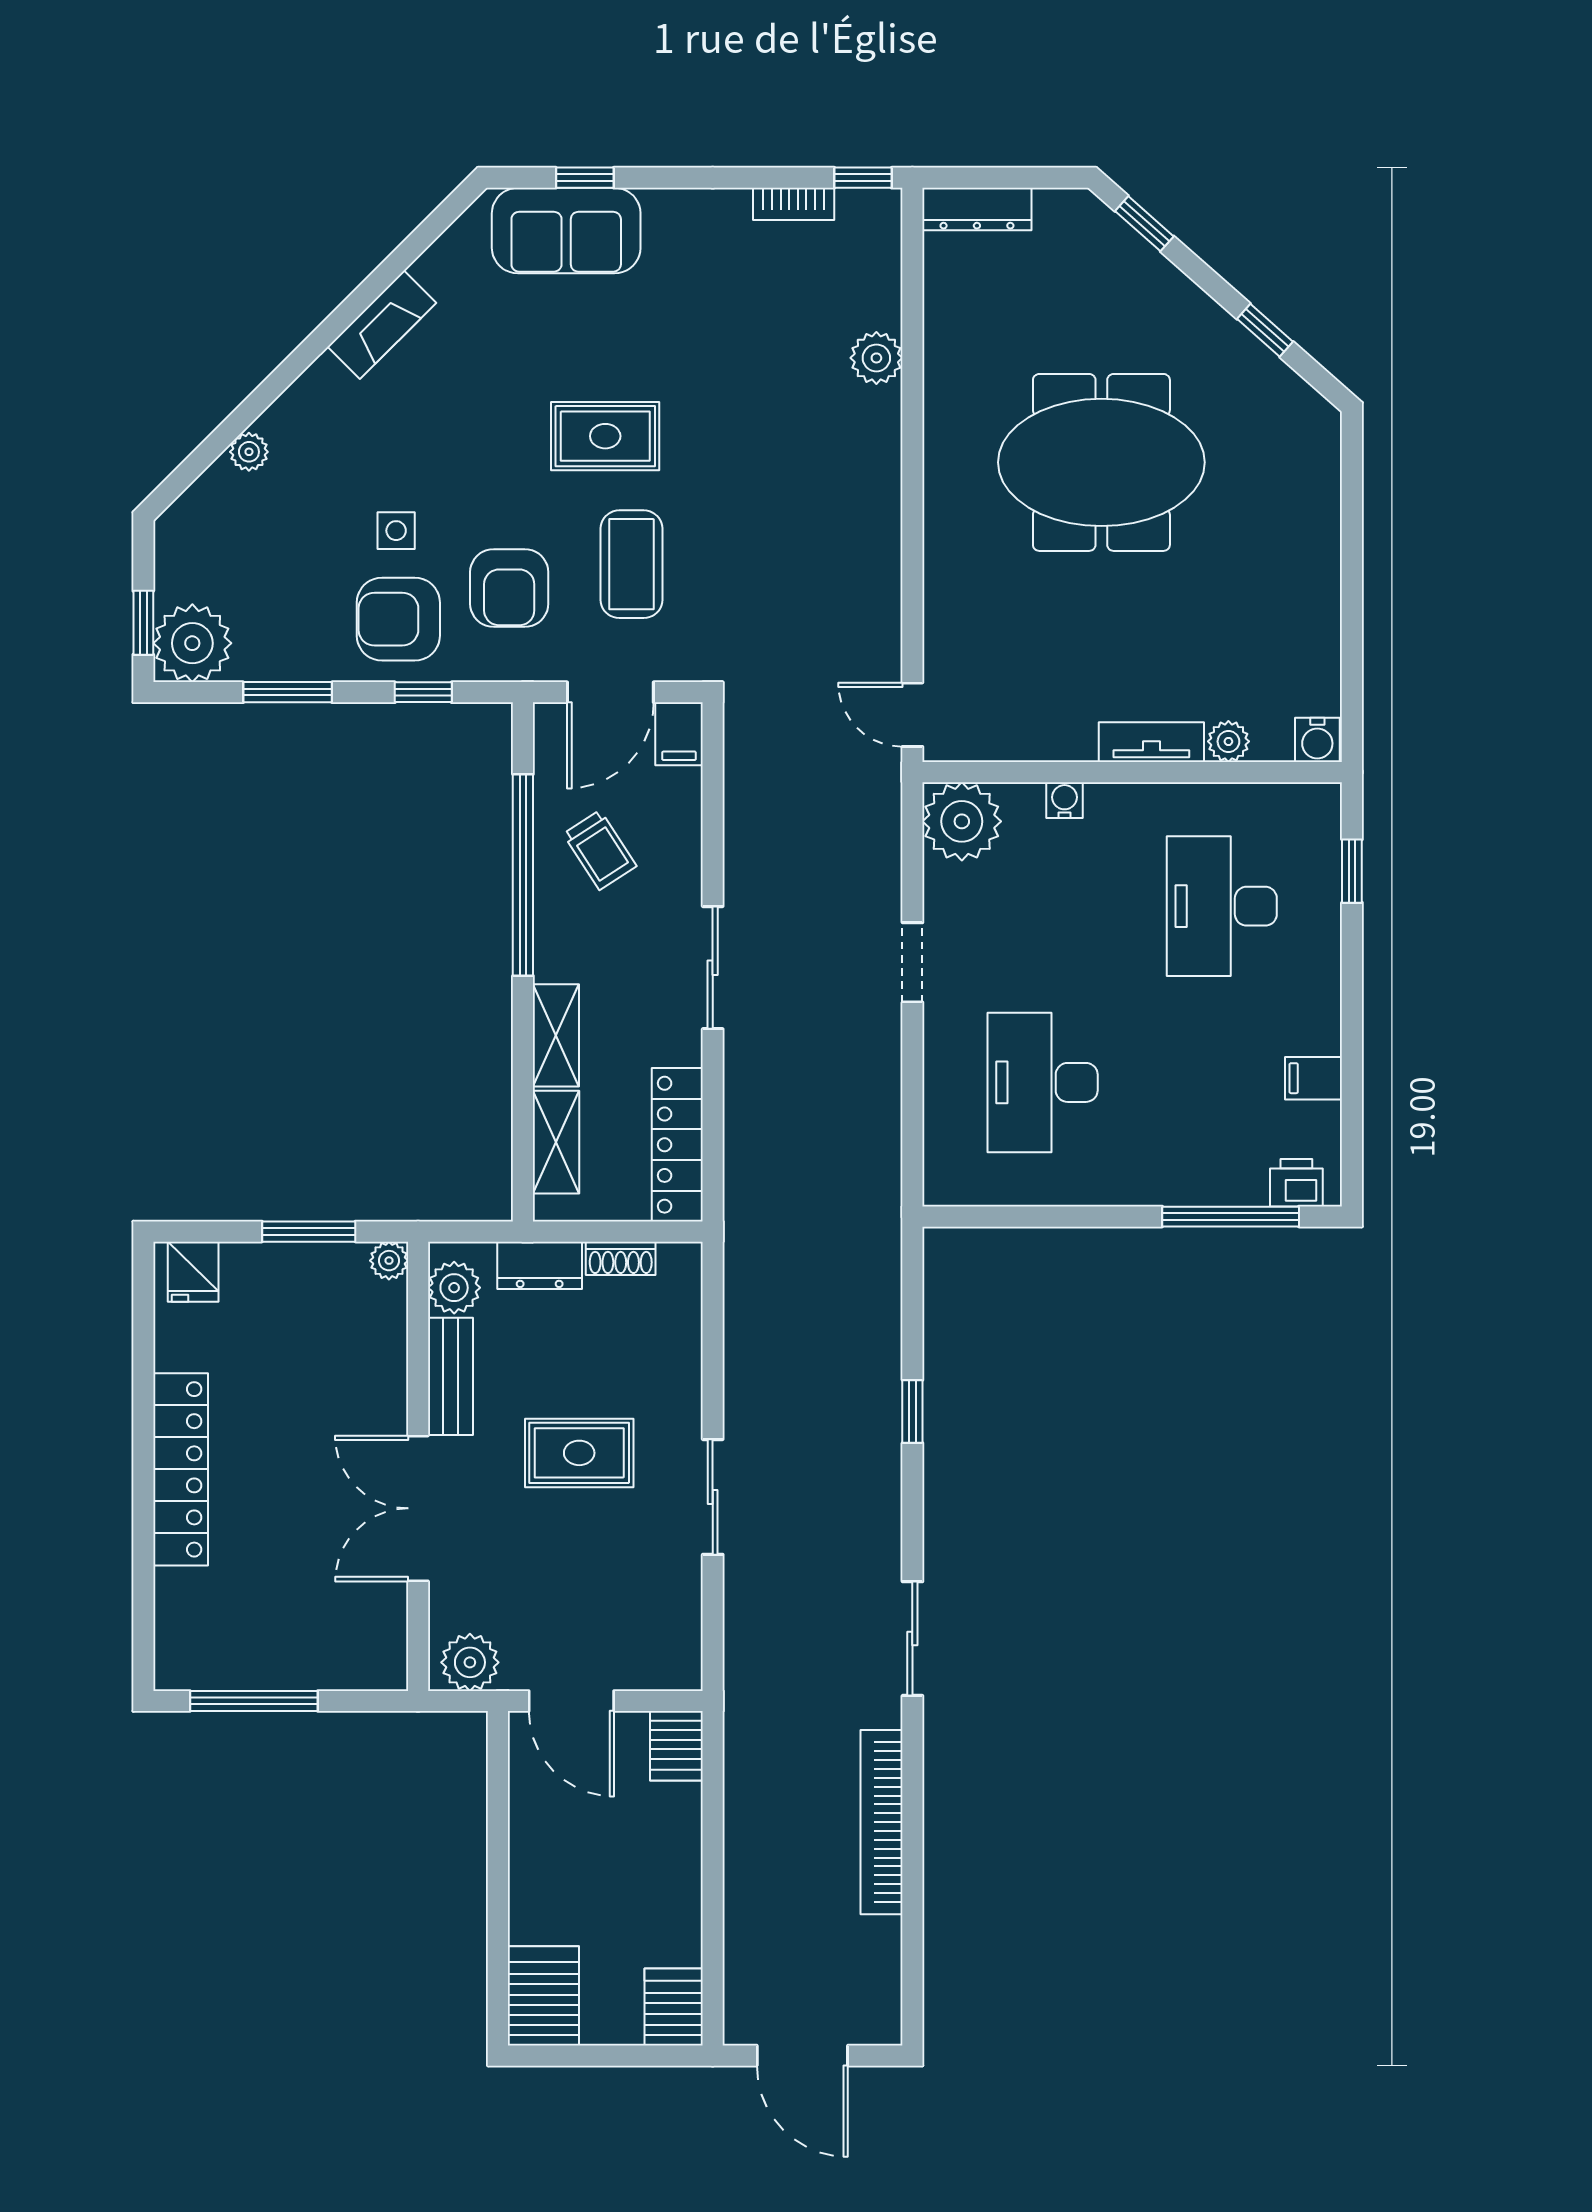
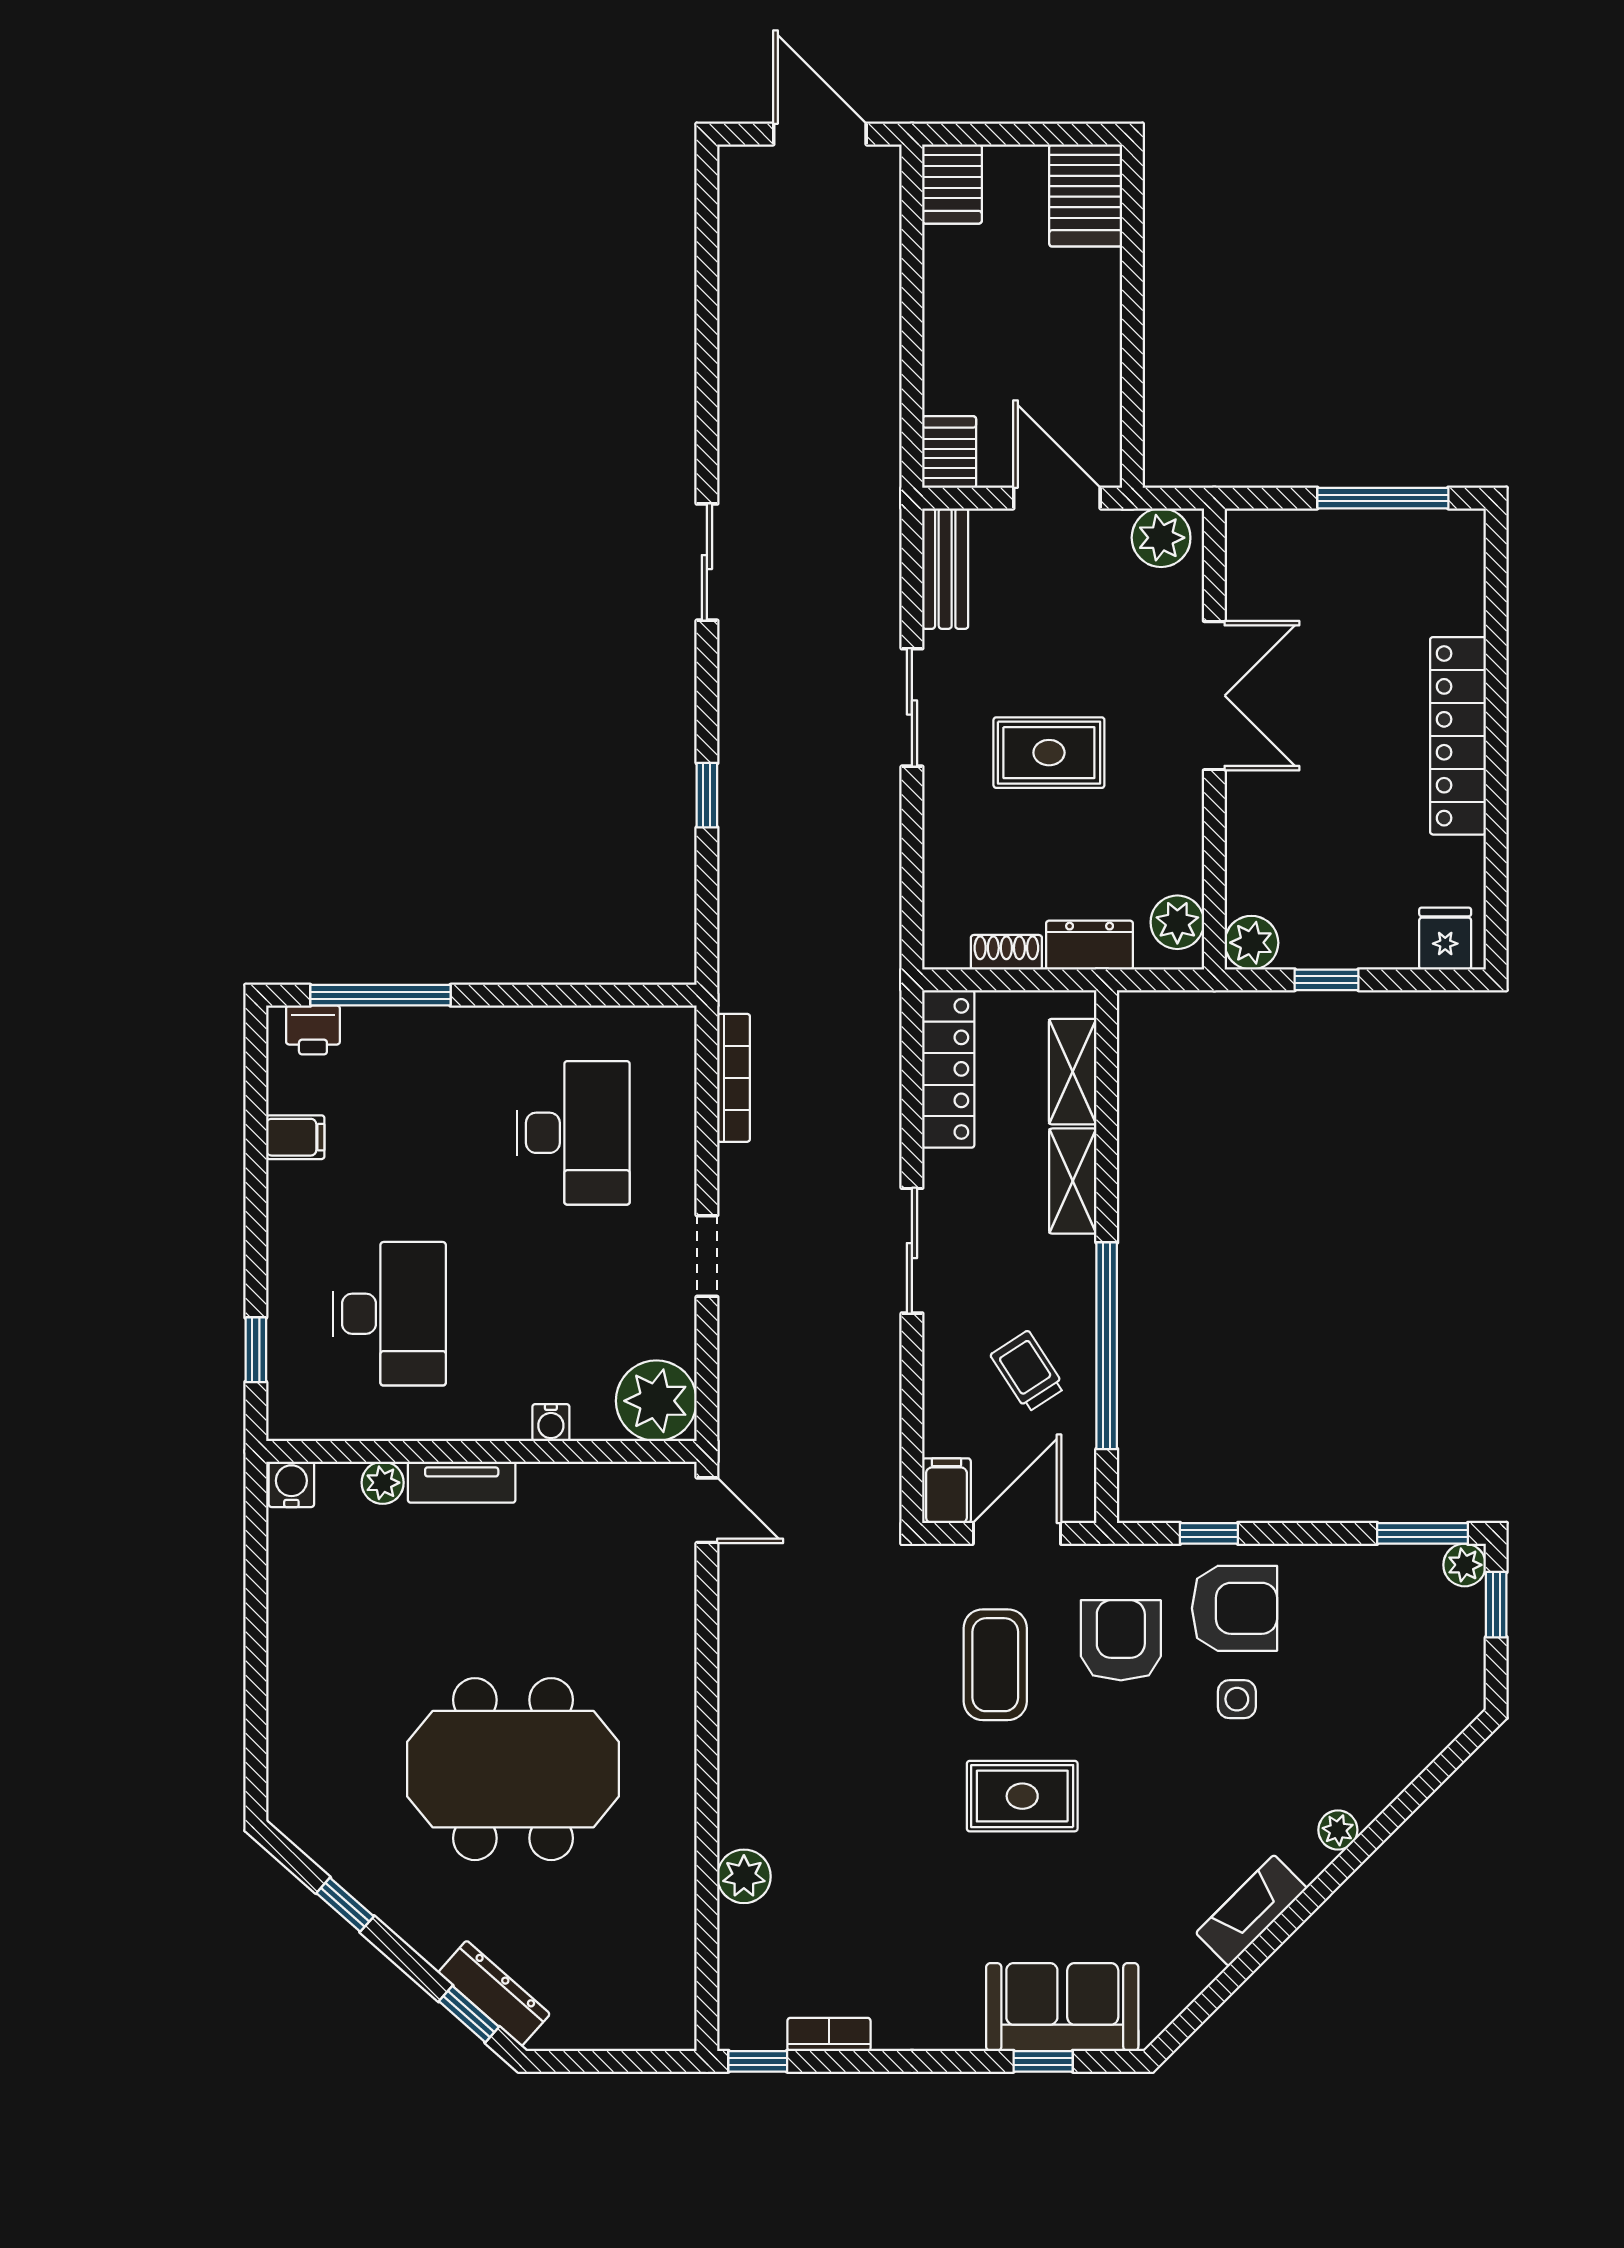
dresser: (977, 209) -> (494, 1993), moved, turned 41
plant: (249, 452) -> (1338, 1830), moved
plant: (192, 643) -> (1465, 1565), width x0.53, depth x0.53
window: (288, 692) -> (1422, 1533), moved
window: (309, 1232) -> (1327, 980), width x0.67
plant: (389, 1261) -> (1251, 943), width x1.38, depth x1.38
bench: (450, 1376) -> (945, 569), moved
bookcase: (882, 1822) -> (734, 1078), moved, width x0.68, depth x0.76

